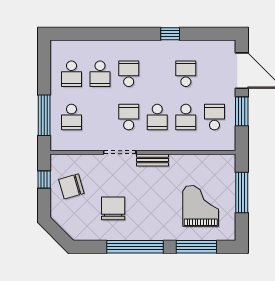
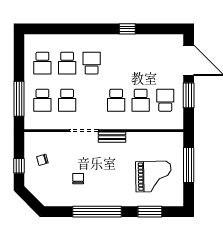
school desk: (186, 74) -> (141, 63), removed
school desk: (129, 117) -> (67, 100), moved, turned 180
window: (44, 180) -> (19, 166), moved
chair: (71, 186) -> (42, 160), width x0.54, depth x0.54
grand piano: (201, 206) -> (153, 176), turned 89
chair: (113, 208) -> (78, 179), width x0.54, depth x0.54
window: (196, 247) -> (150, 212), width x0.69

